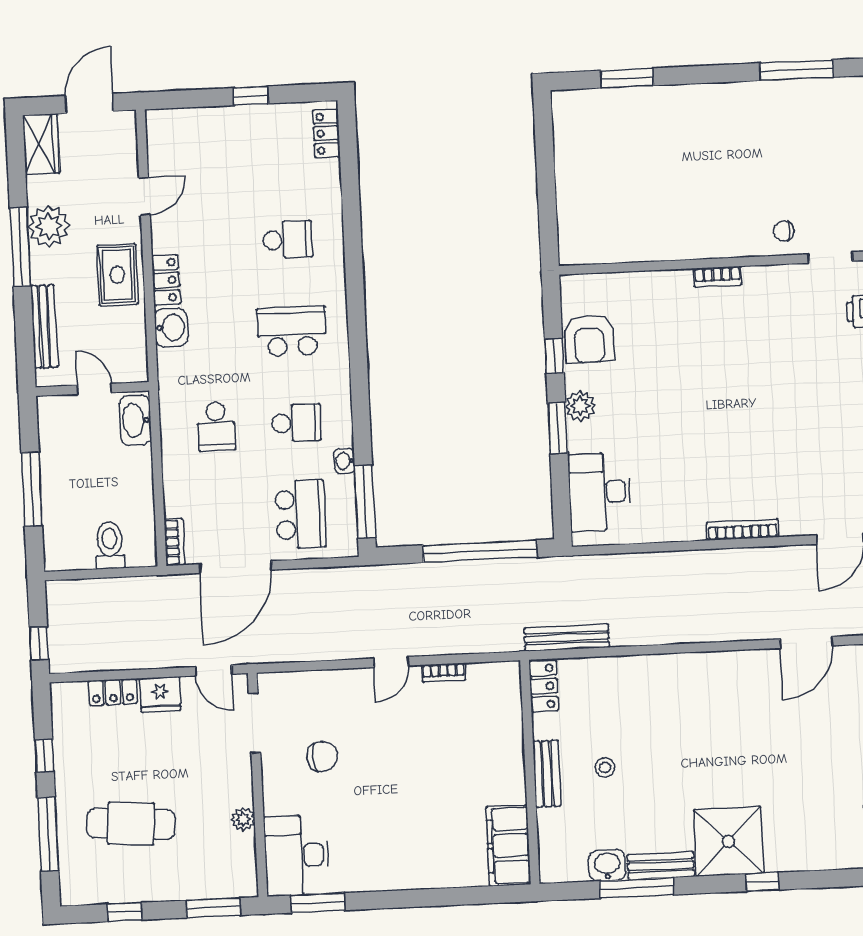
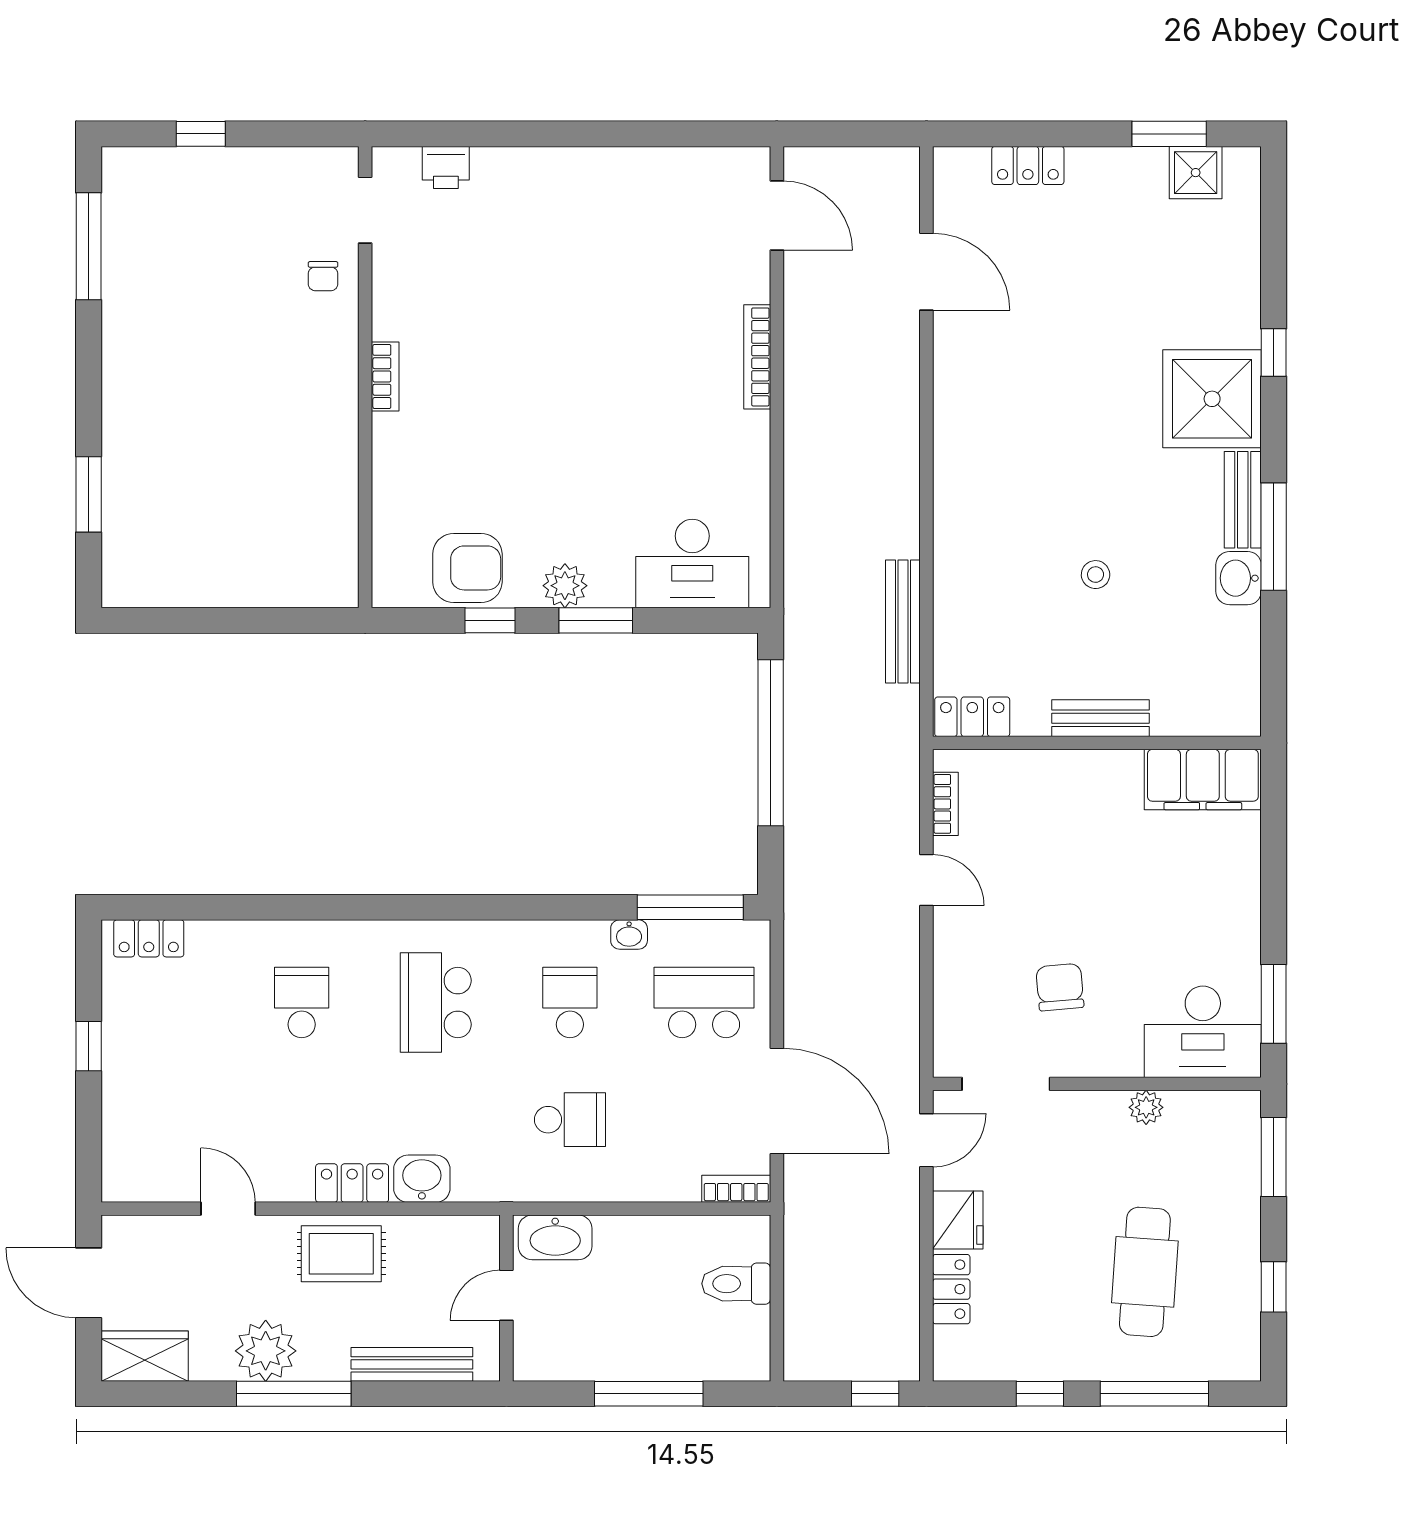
locker: (544, 686) -> (972, 717), moved
wall: (530, 772) -> (1097, 743), moved
bench: (547, 774) -> (1100, 718), moved
filing cabinet: (508, 845) -> (1203, 779), moved

